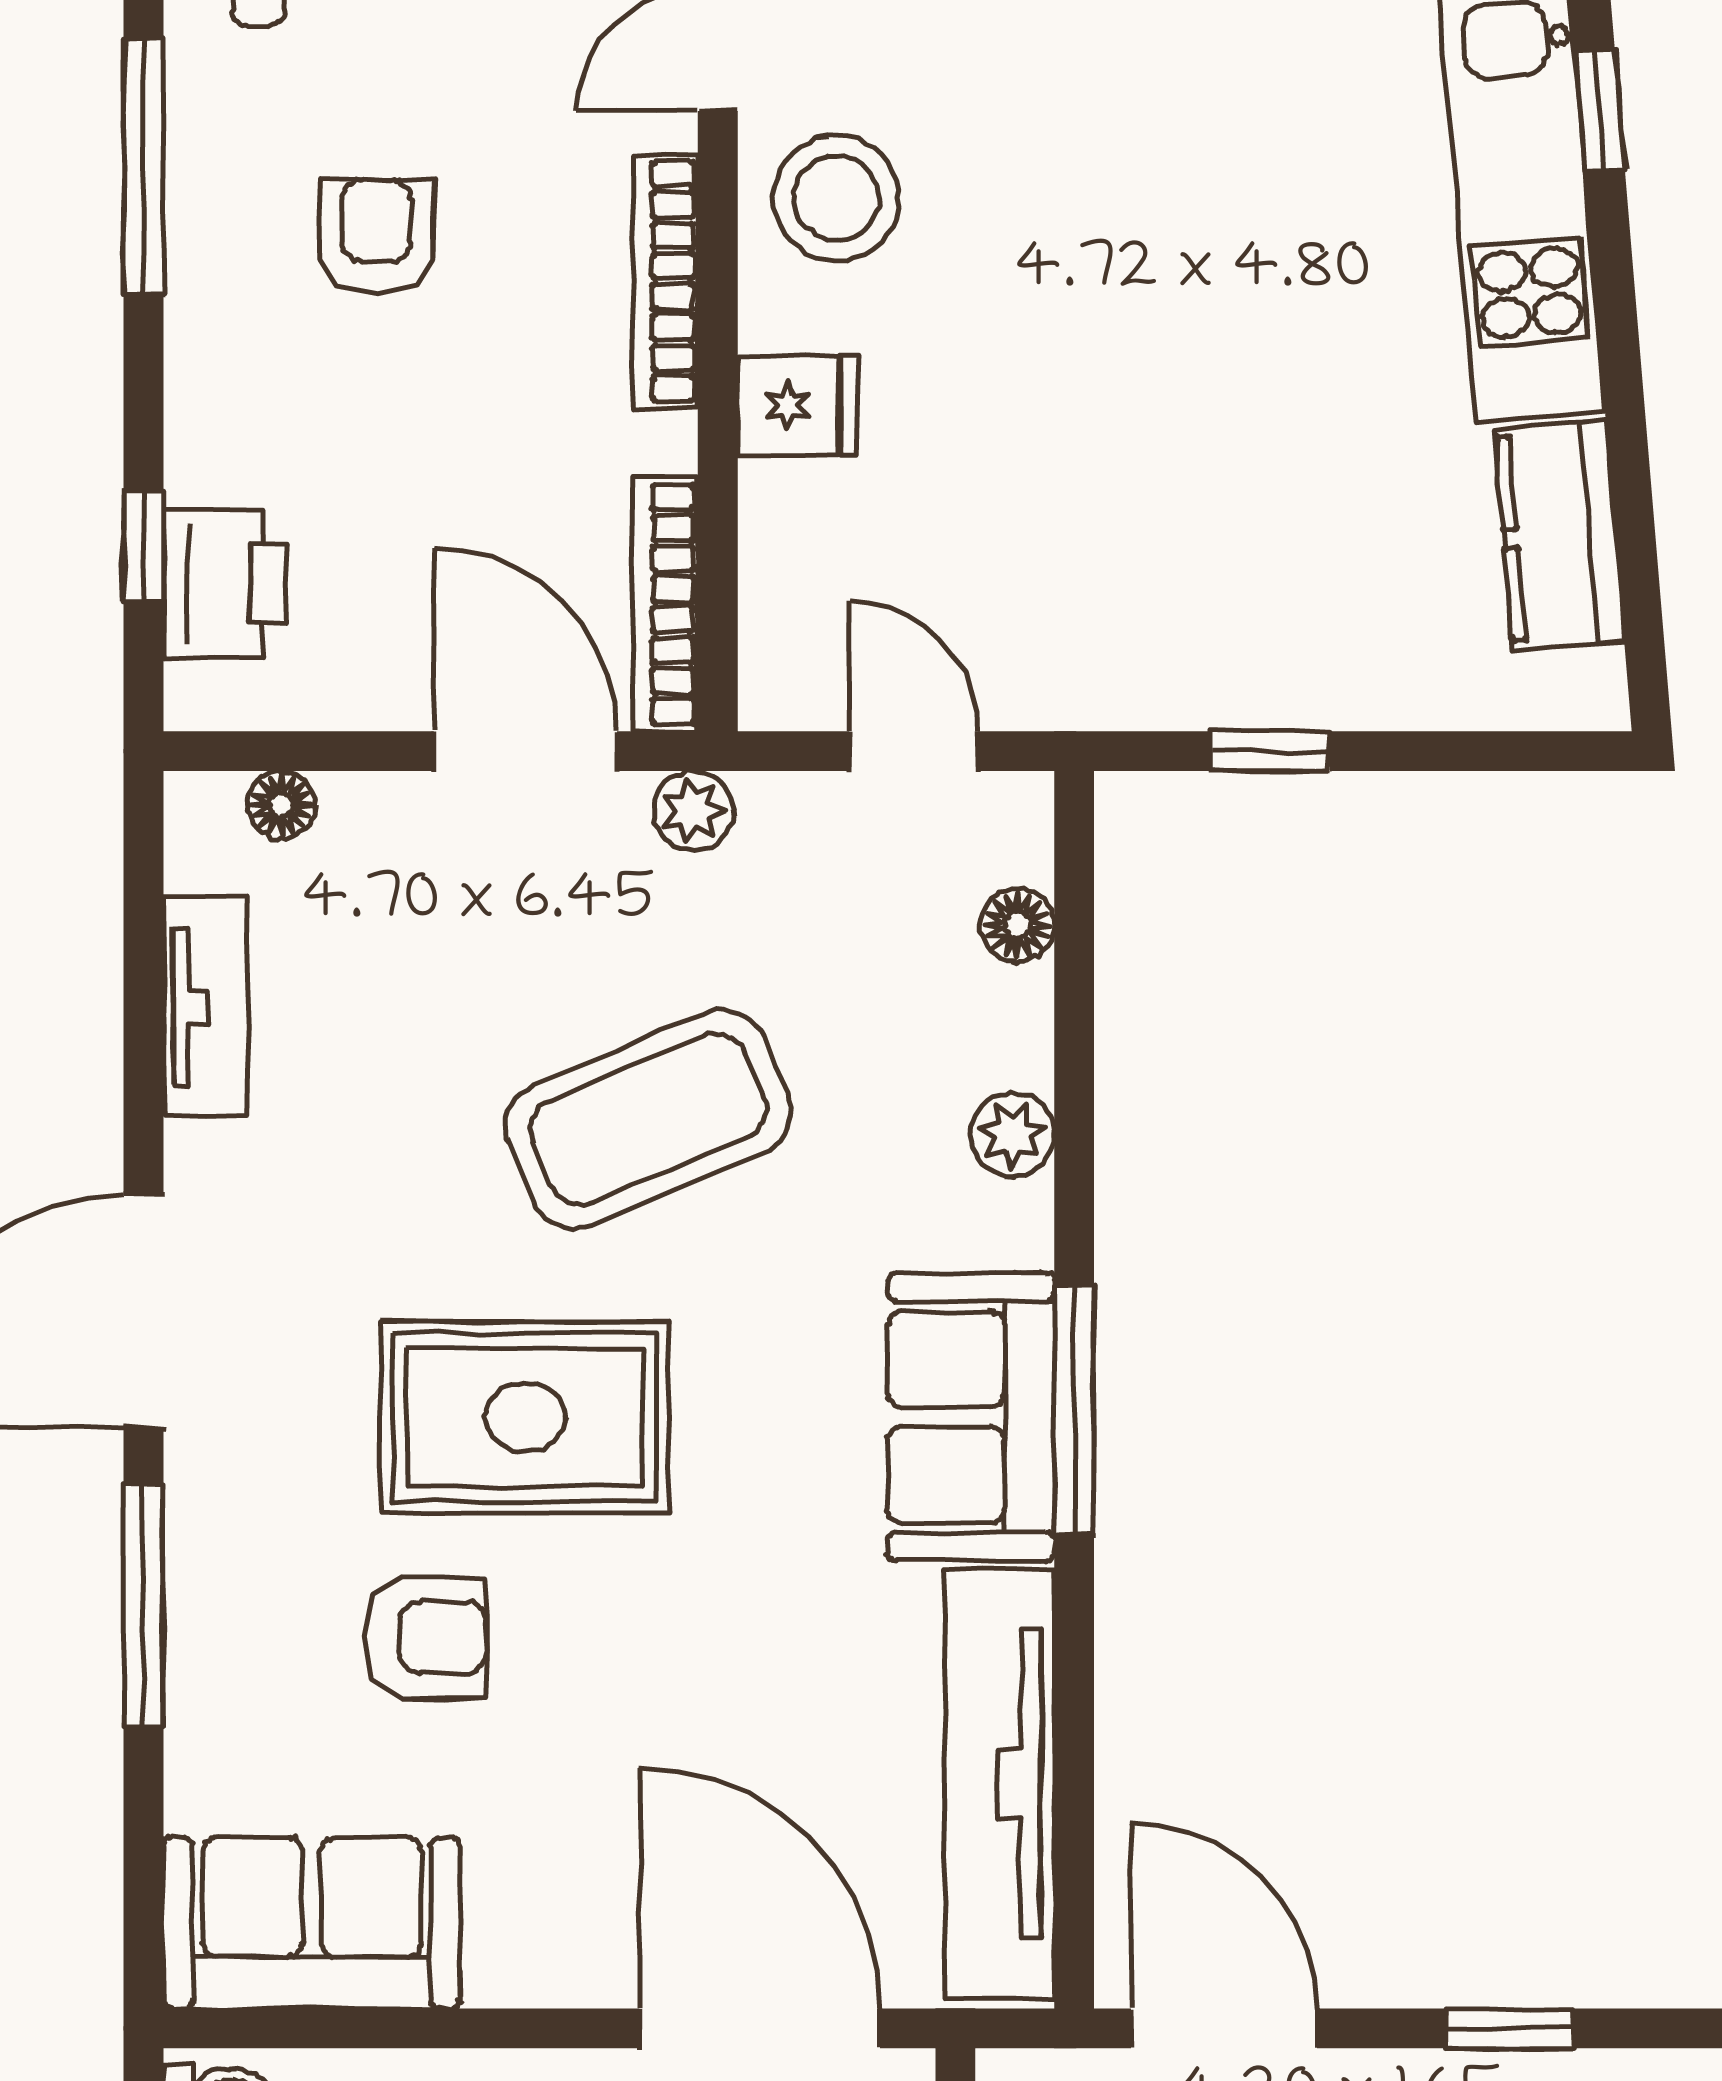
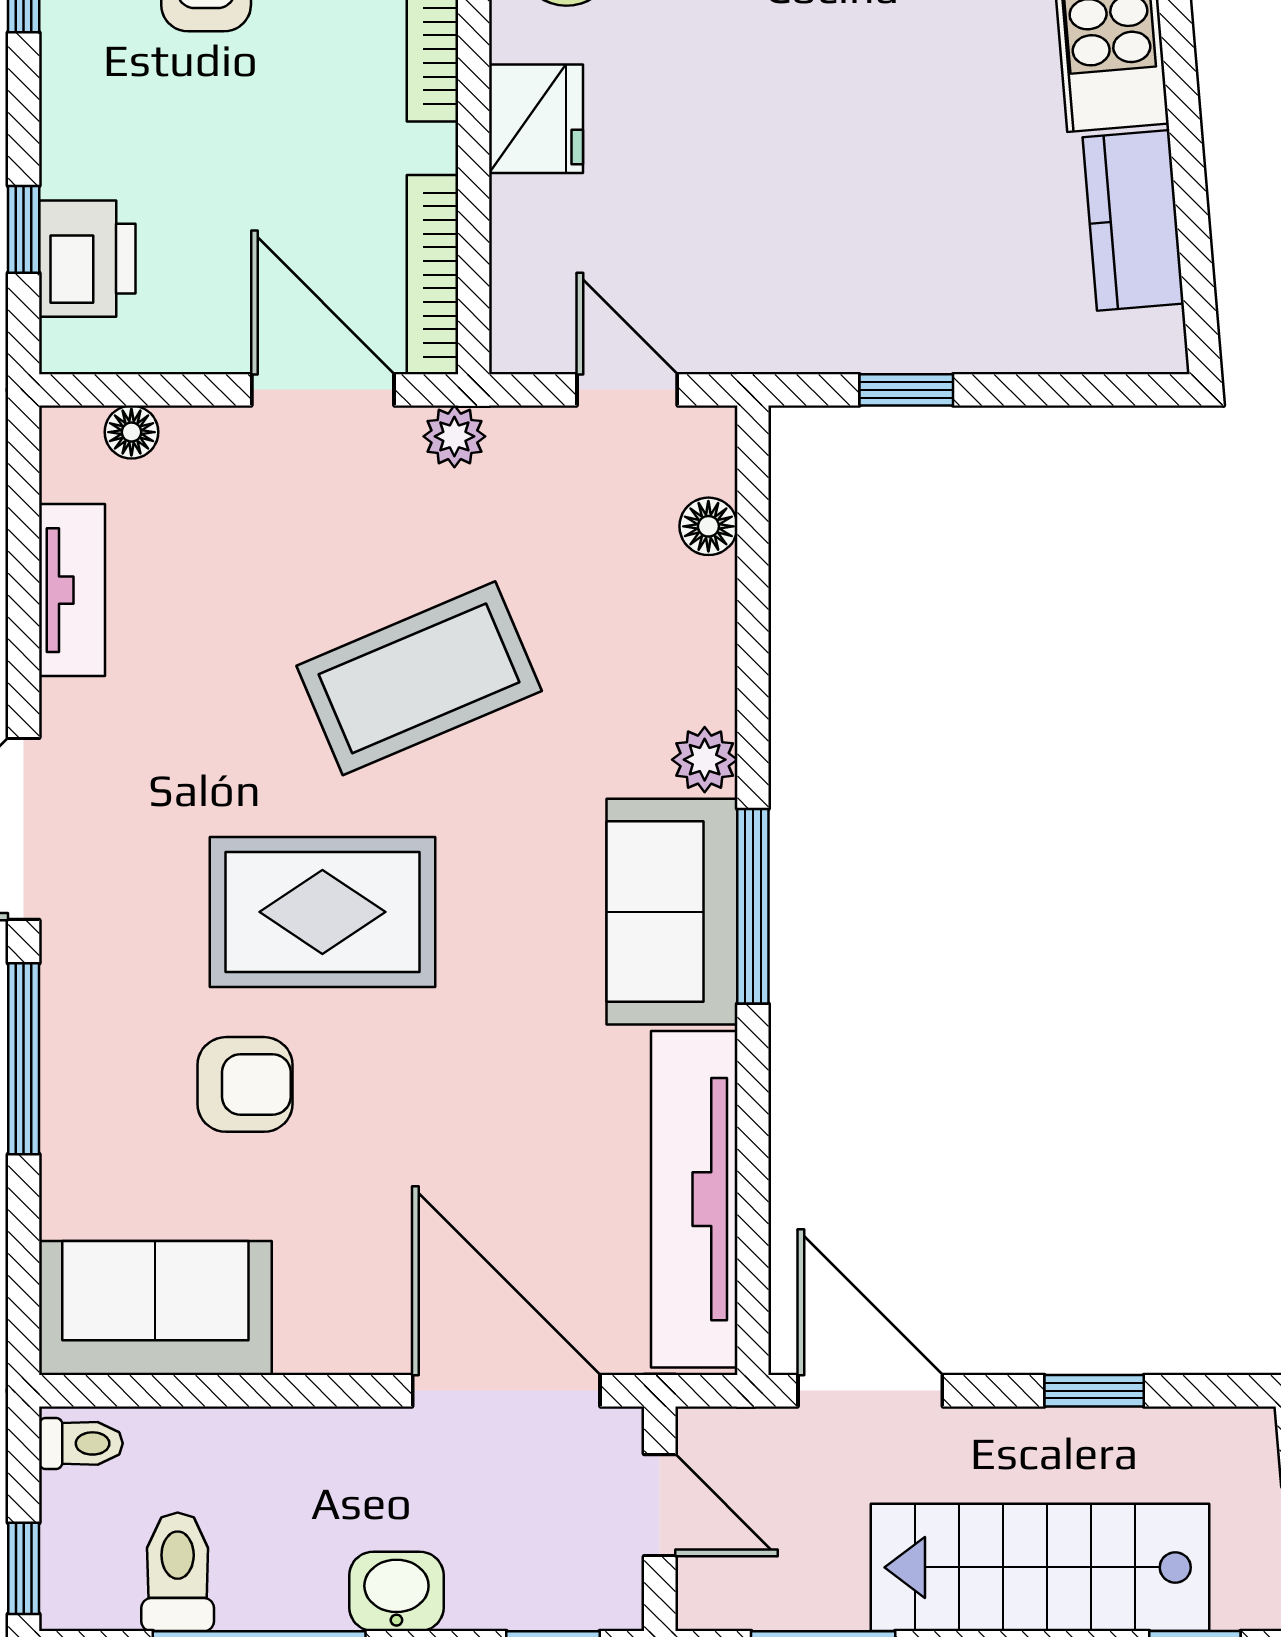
fridge: (797, 405) -> (536, 119), width x1.38
plant: (1013, 1135) -> (705, 760), moved

